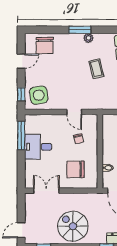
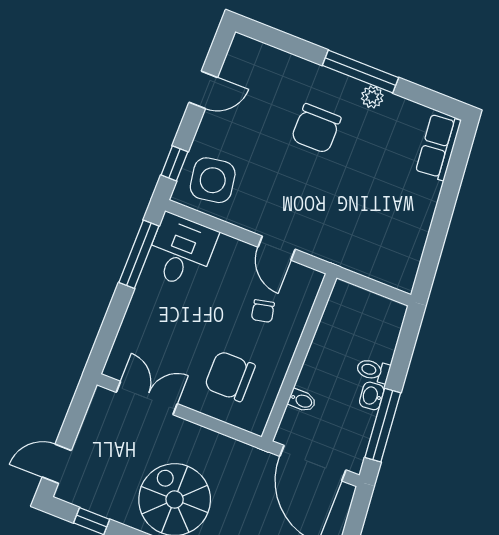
window: (80, 30) -> (361, 72), width x1.44
chair: (45, 46) -> (316, 129), moved
coffee table: (96, 69) -> (363, 172), removed
desk: (38, 147) -> (181, 251), moved, turned 90

